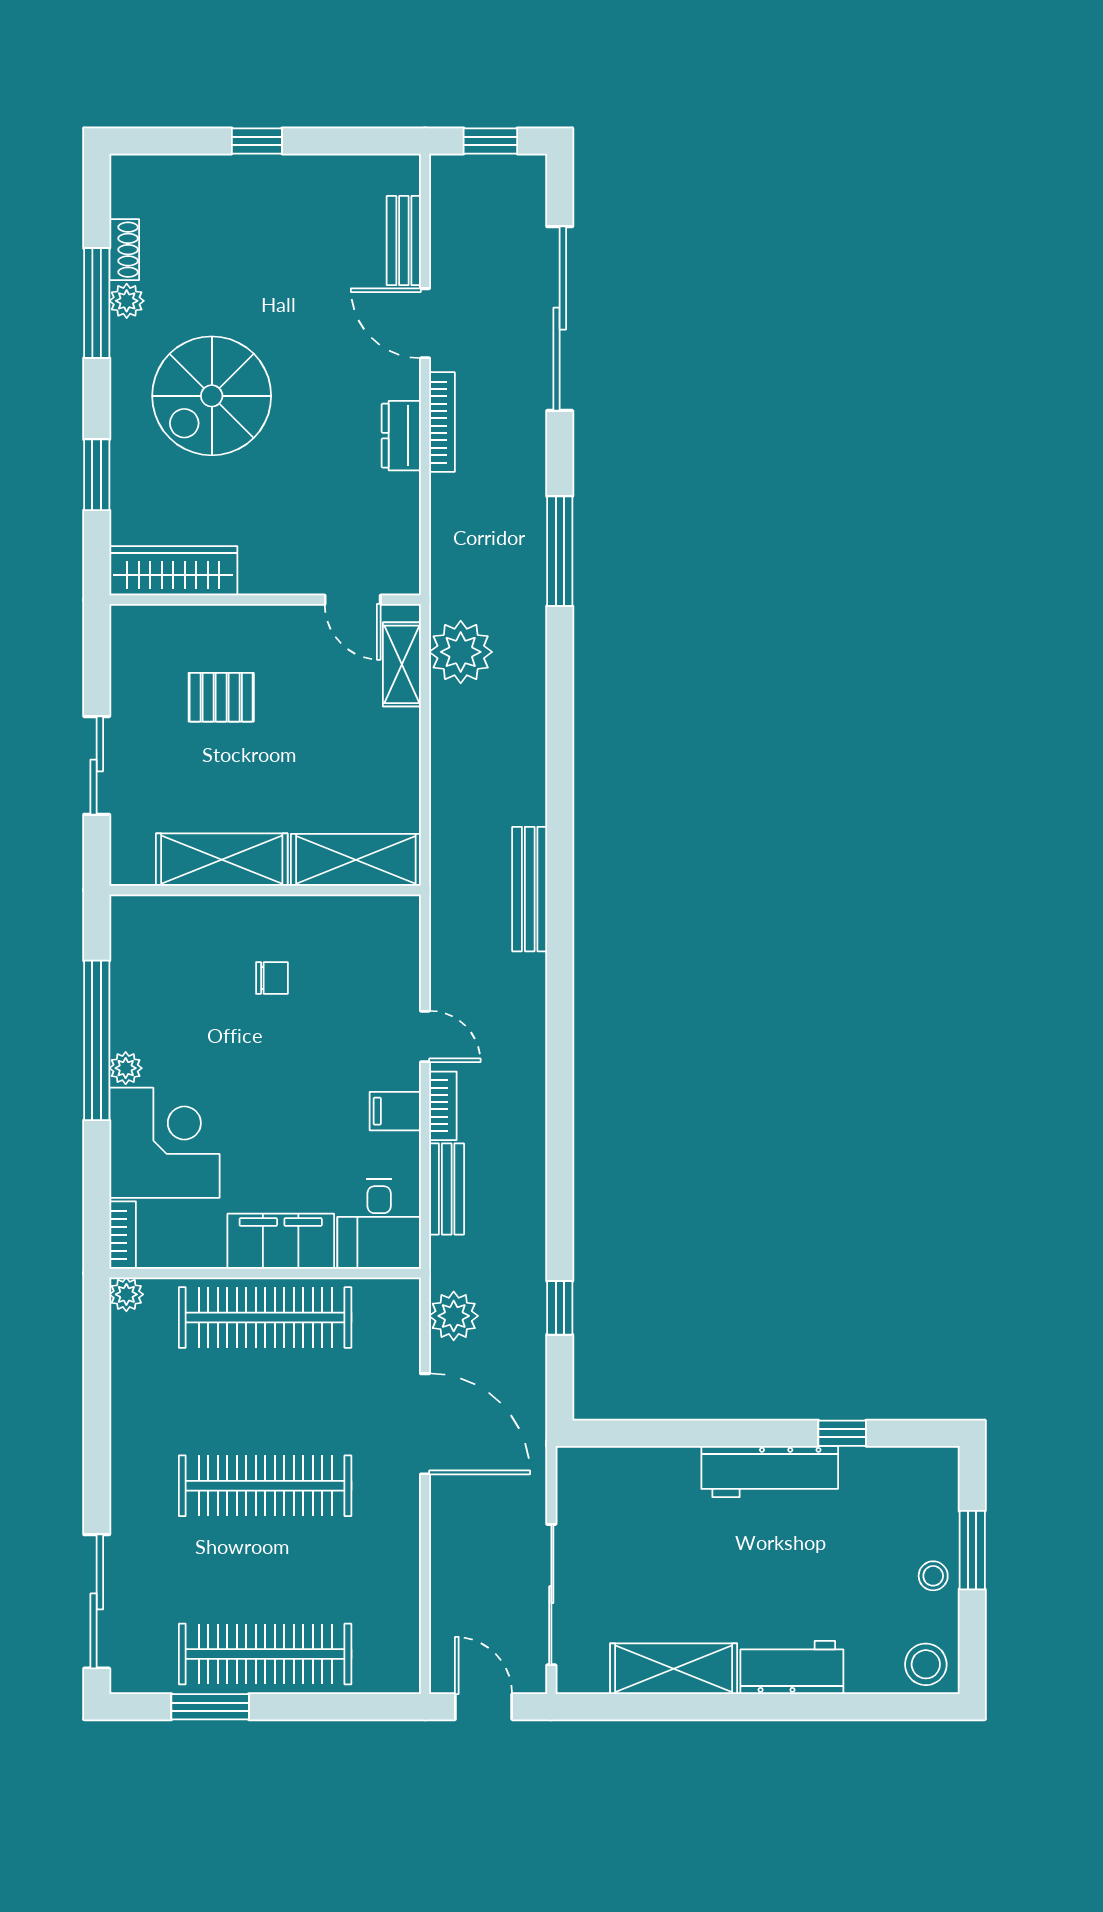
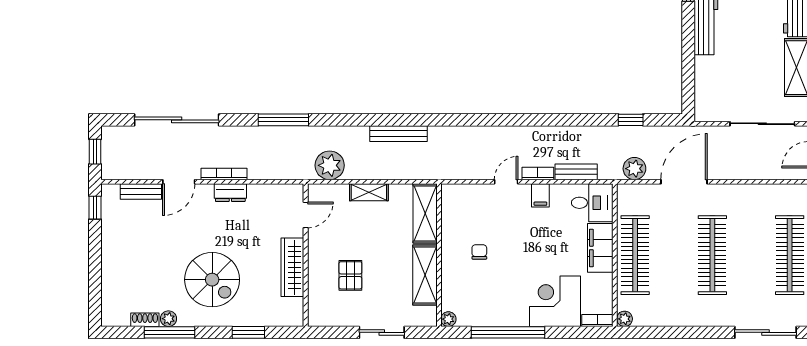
window: (257, 141) -> (95, 208), moved
wardrobe: (173, 571) -> (292, 267), moved
shelving: (402, 664) -> (369, 192), moved
bench: (530, 889) -> (399, 134), moved
plant: (126, 1068) -> (448, 319), moved

